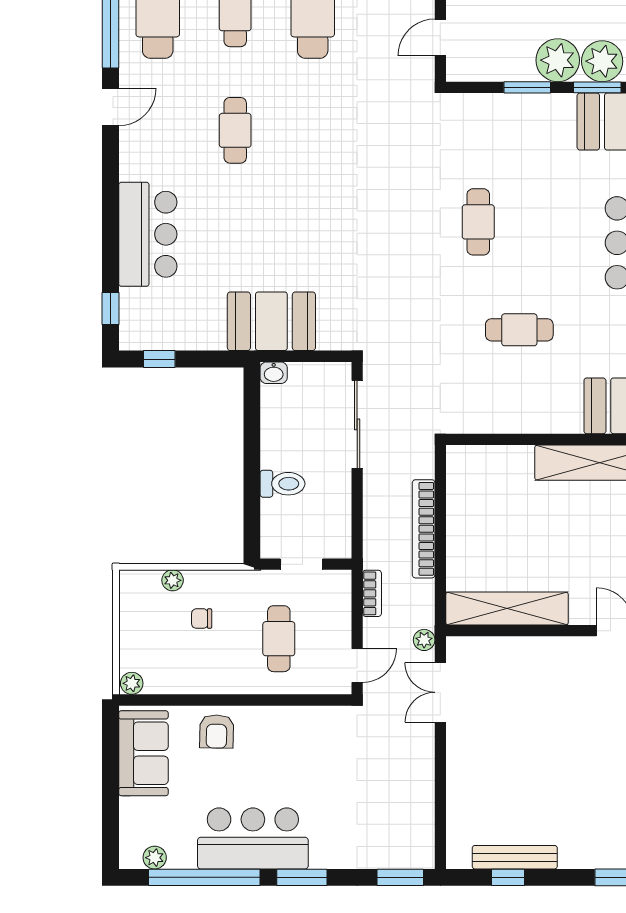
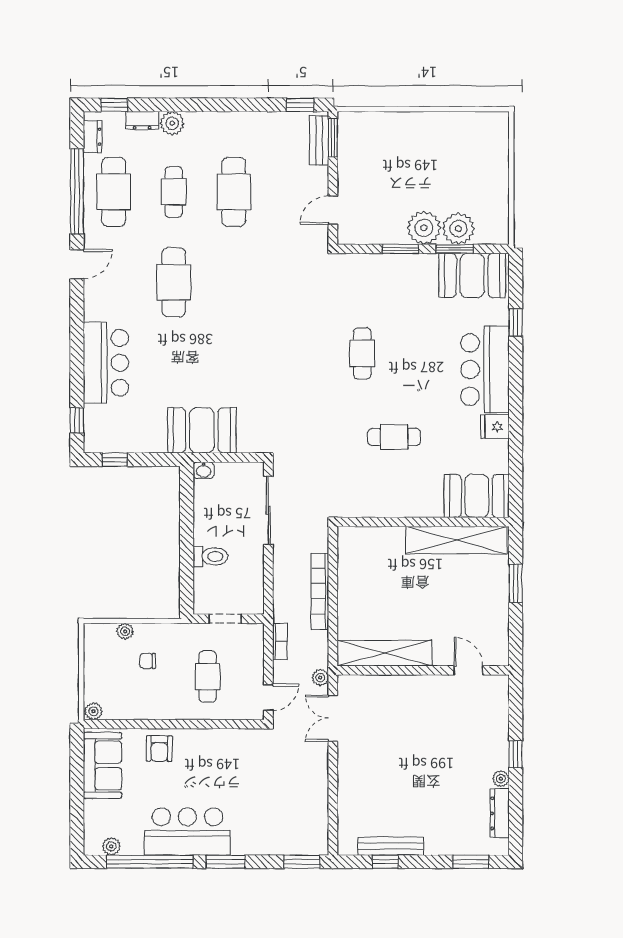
cafe table: (235, 130) -> (174, 282), width x1.37, depth x1.35

